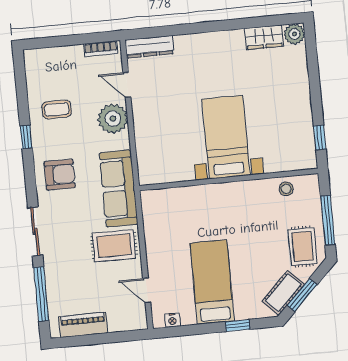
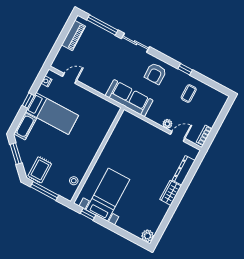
wardrobe: (264, 37) -> (170, 193), moved
dresser: (149, 47) -> (184, 170), moved
plant: (113, 119) -> (167, 124), width x0.53, depth x0.53
bed with nightstands: (226, 137) -> (108, 195), moved, turned -90
rug: (114, 246) -> (102, 77), removed
rug: (303, 247) -> (40, 170), turned 90
cot: (283, 293) -> (25, 126), moved, turned 45
window: (238, 325) -> (28, 101), moved

